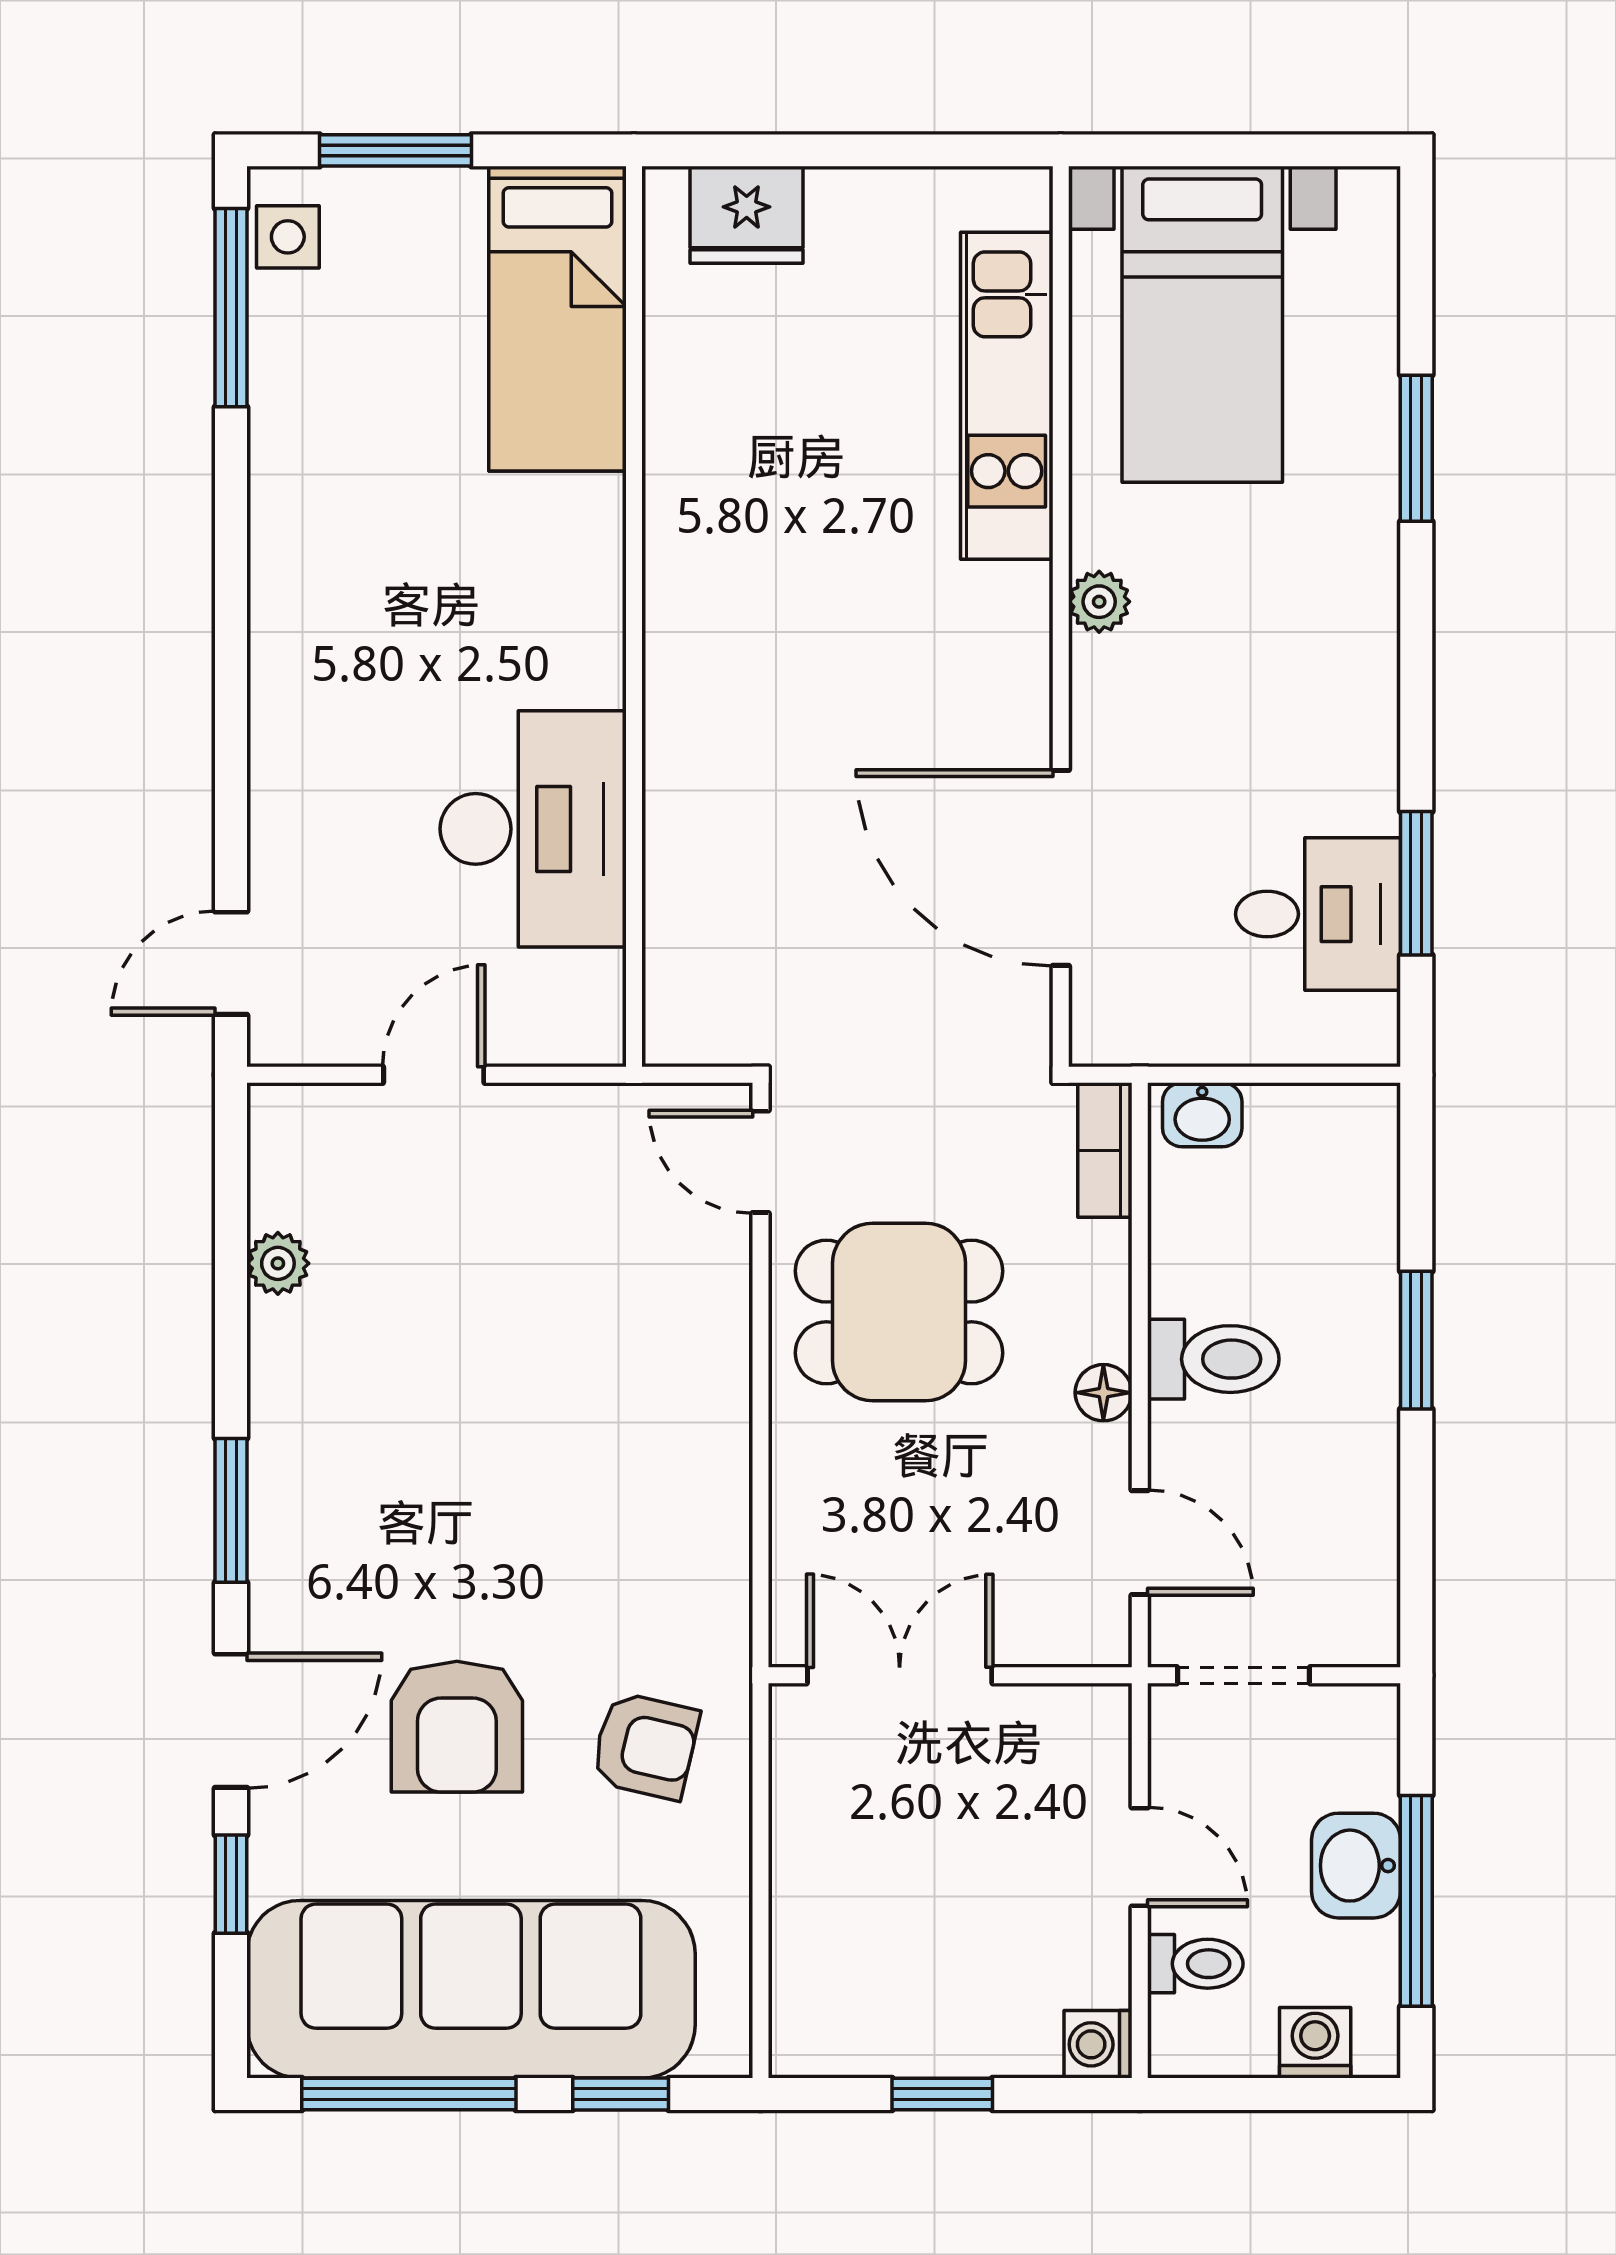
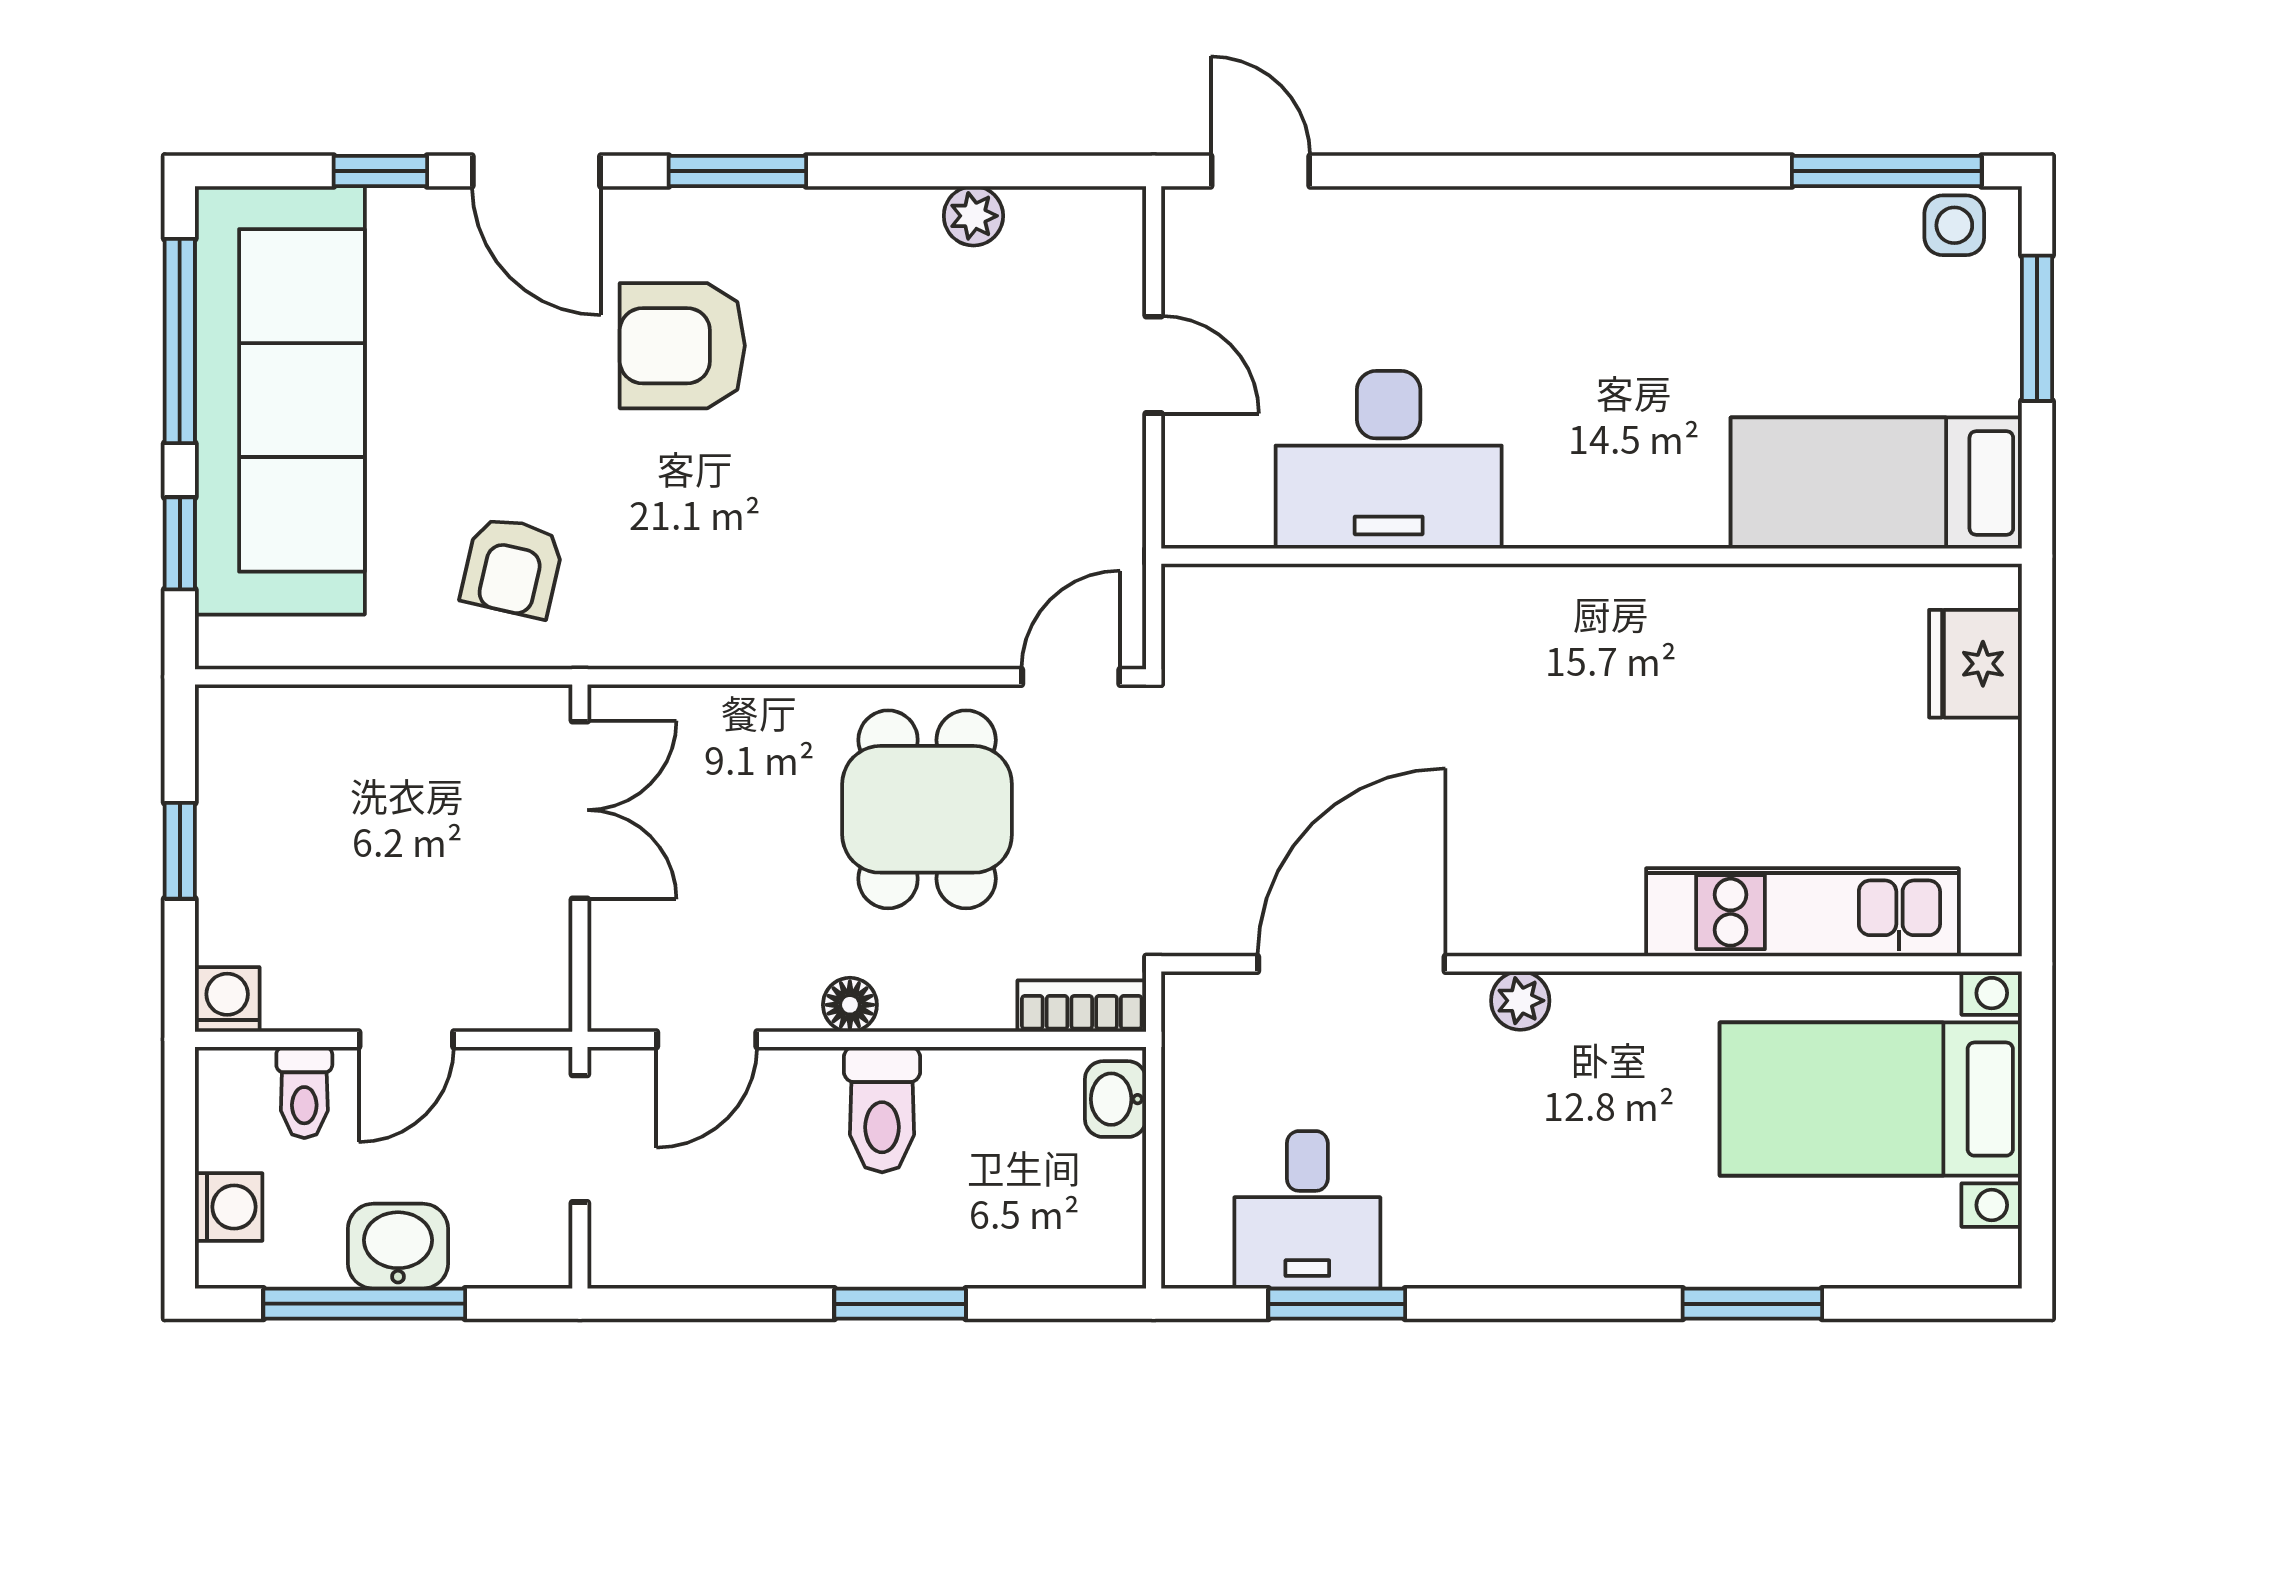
plant: (1099, 602) -> (1520, 1001), moved
armchair: (457, 1727) -> (682, 346), moved

